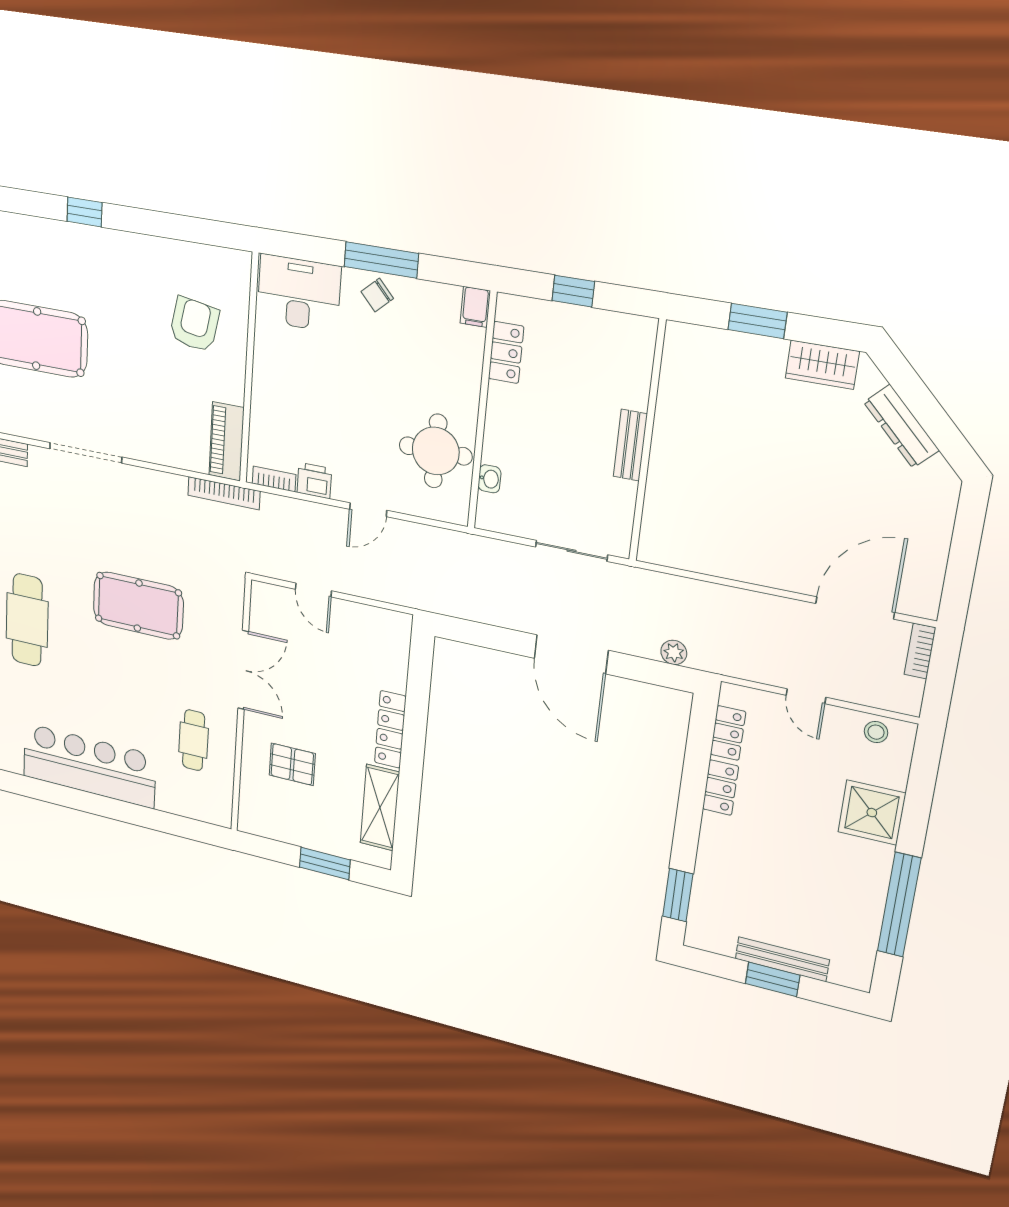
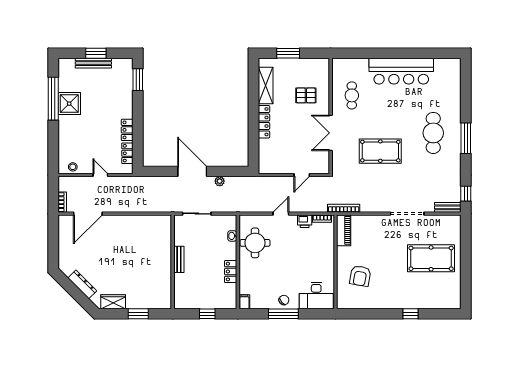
locker: (506, 352) -> (231, 272), moved
door: (313, 590) -> (302, 175), swing flipped
plant: (674, 652) -> (220, 181), moved
shower: (872, 813) -> (69, 104), moved

